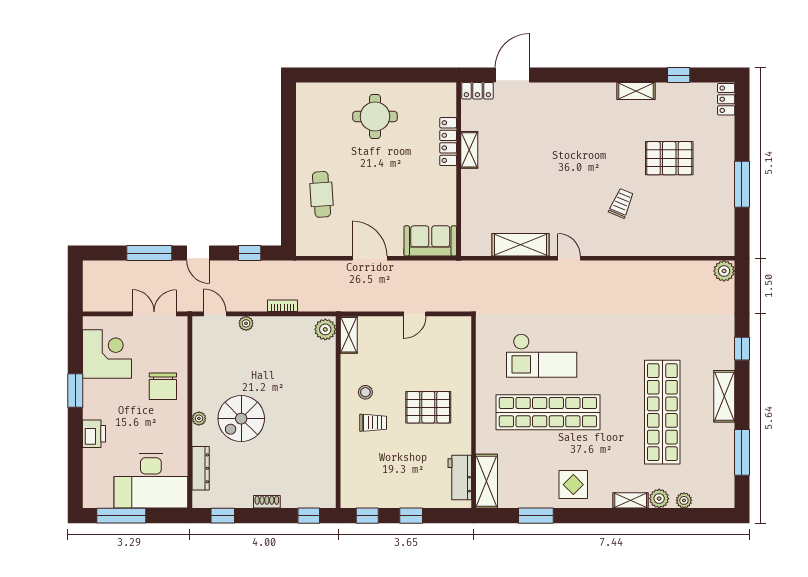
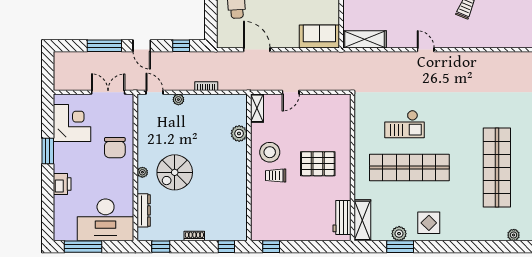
shelving: (520, 245) -> (364, 39), moved
door: (370, 258) -> (257, 50), moved
door: (415, 314) -> (291, 92), moved
plant: (325, 329) -> (239, 133), moved
checkout: (542, 356) -> (405, 124), width x0.73, depth x0.83
stool: (365, 392) -> (270, 152), width x1.89, depth x1.89
trolley: (373, 423) -> (276, 176), turned 180
plant: (659, 499) -> (399, 234), moved
shelving: (631, 500) -> (473, 235), removed
window: (411, 516) -> (305, 247), removed

